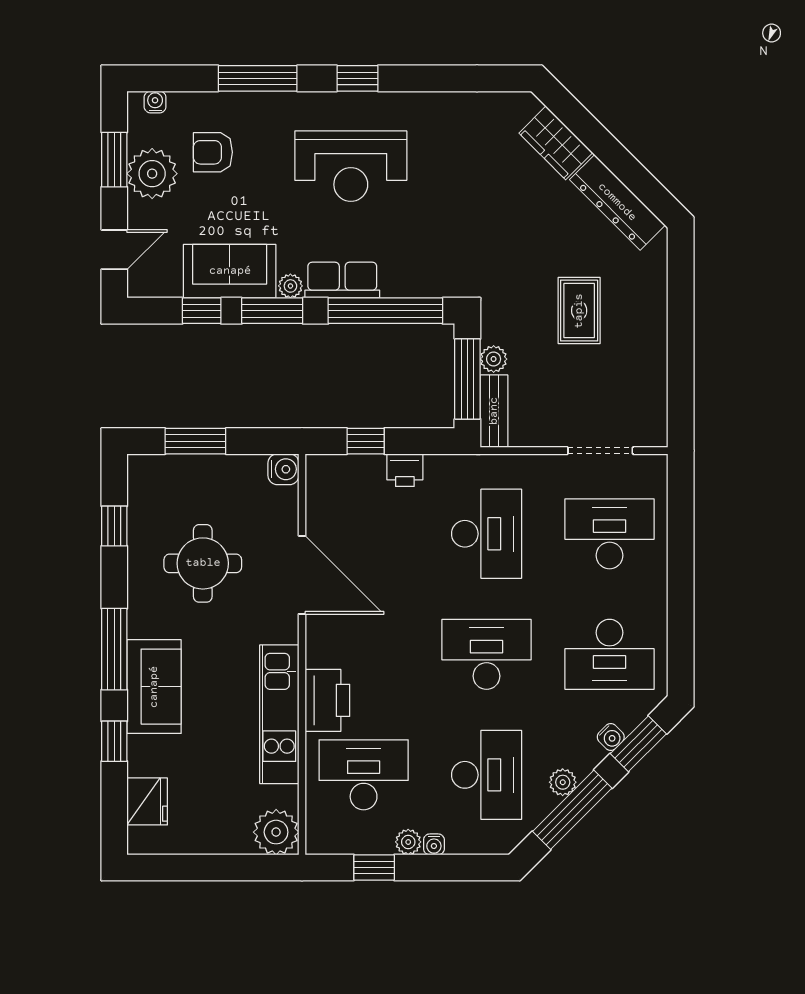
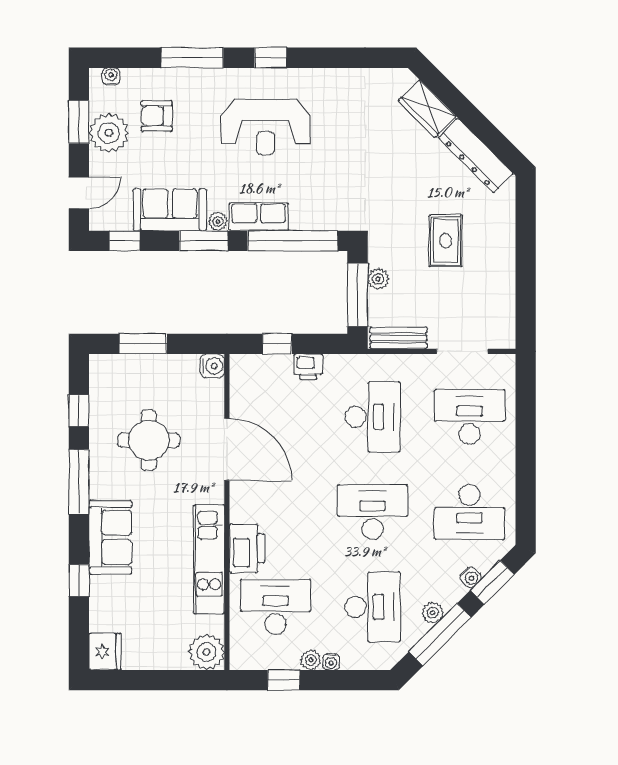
window: (202, 311) -> (125, 241), moved
bench: (494, 411) -> (398, 338), moved, turned 90
window: (114, 649) -> (79, 482), moved
fridge: (147, 801) -> (105, 651), moved

